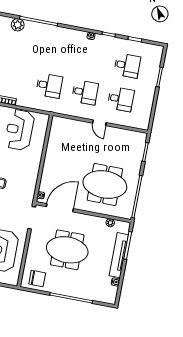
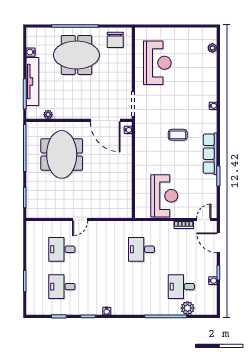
desk: (85, 92) -> (181, 287), moved
door: (99, 123) -> (80, 220), swing flipped
meeting table: (105, 185) -> (62, 154), turned 90
door: (60, 208) -> (105, 120), hinge flipped
meeting table: (67, 250) -> (76, 55), moved
chair: (37, 278) -> (115, 40), turned -90

